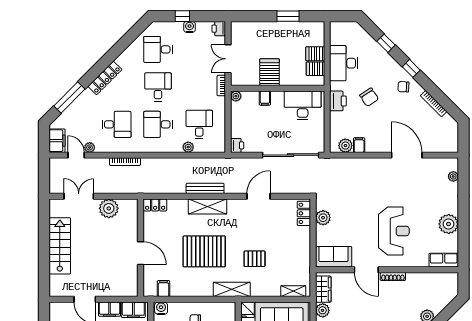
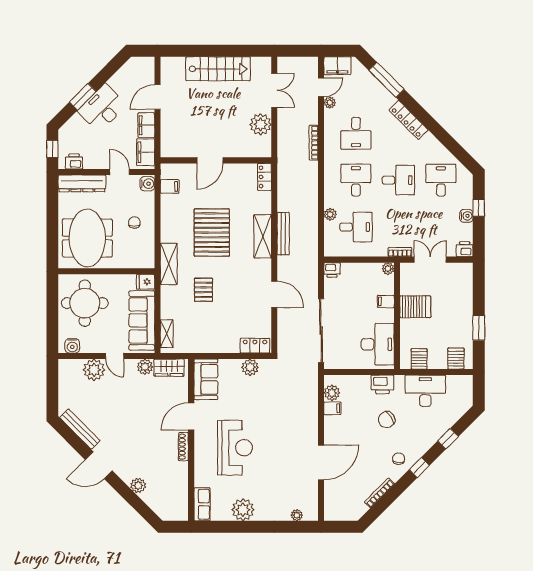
server rack: (315, 54) -> (456, 359), moved
reception desk: (394, 231) -> (235, 448), turned -90

